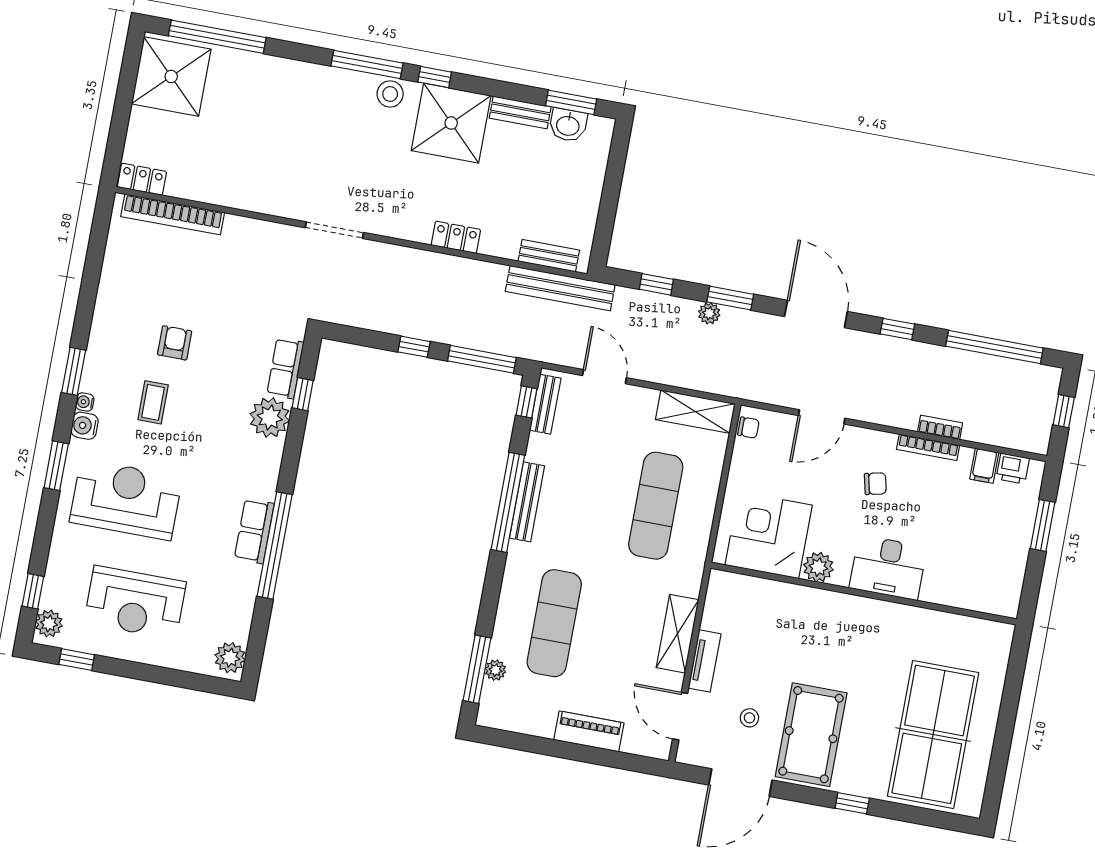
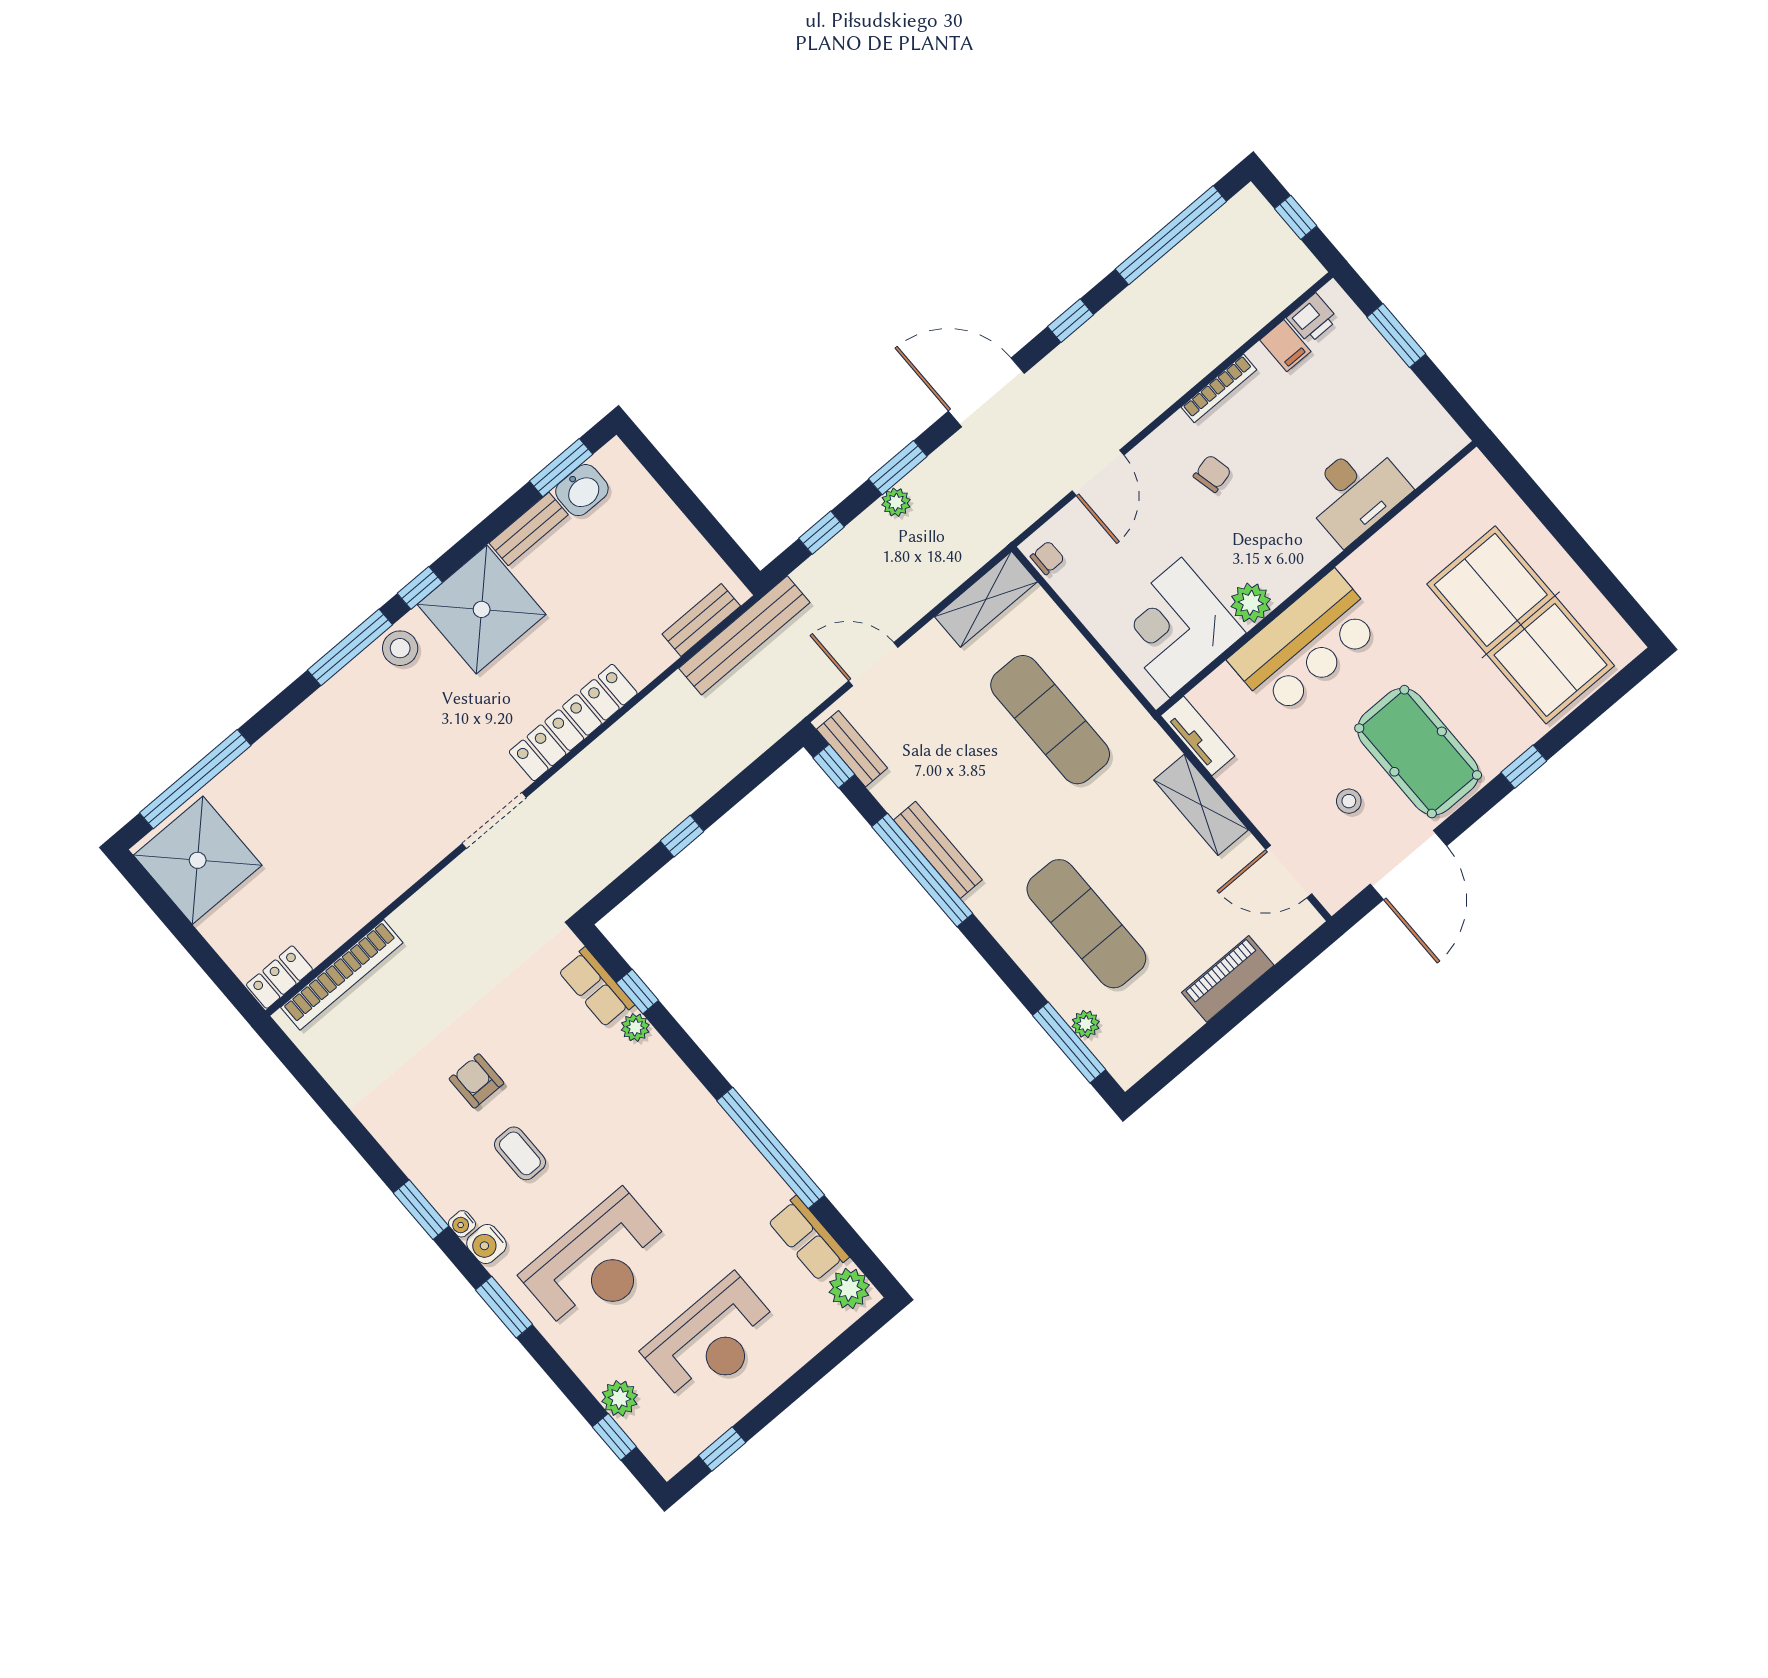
locker: (456, 237) -> (573, 723), width x2.16, depth x1.21
window: (482, 359) -> (752, 776), removed
plant: (270, 417) -> (635, 1027), width x0.53, depth x0.53
bookcase: (940, 427) -> (1208, 359), removed
reception desk: (126, 500) -> (598, 1263), turned 180
row of seats: (254, 531) -> (808, 1239), moved
desk: (888, 568) -> (1356, 492), moved
bar counter: (821, 618) -> (1306, 644), added
plant: (49, 623) -> (620, 1398), moved
tv unit: (705, 661) -> (1198, 736), moved

